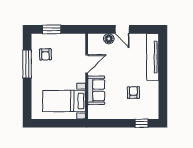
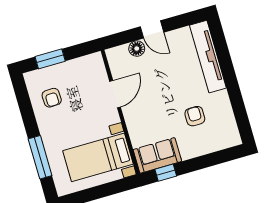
window: (27, 64) -> (40, 157), moved
sofa: (96, 90) -> (157, 155), moved, turned -90
window: (142, 123) -> (166, 173), moved

